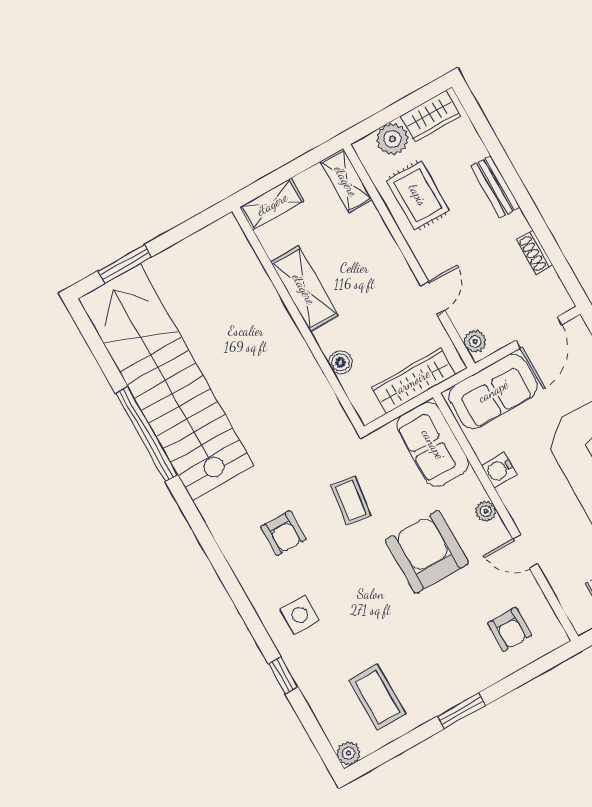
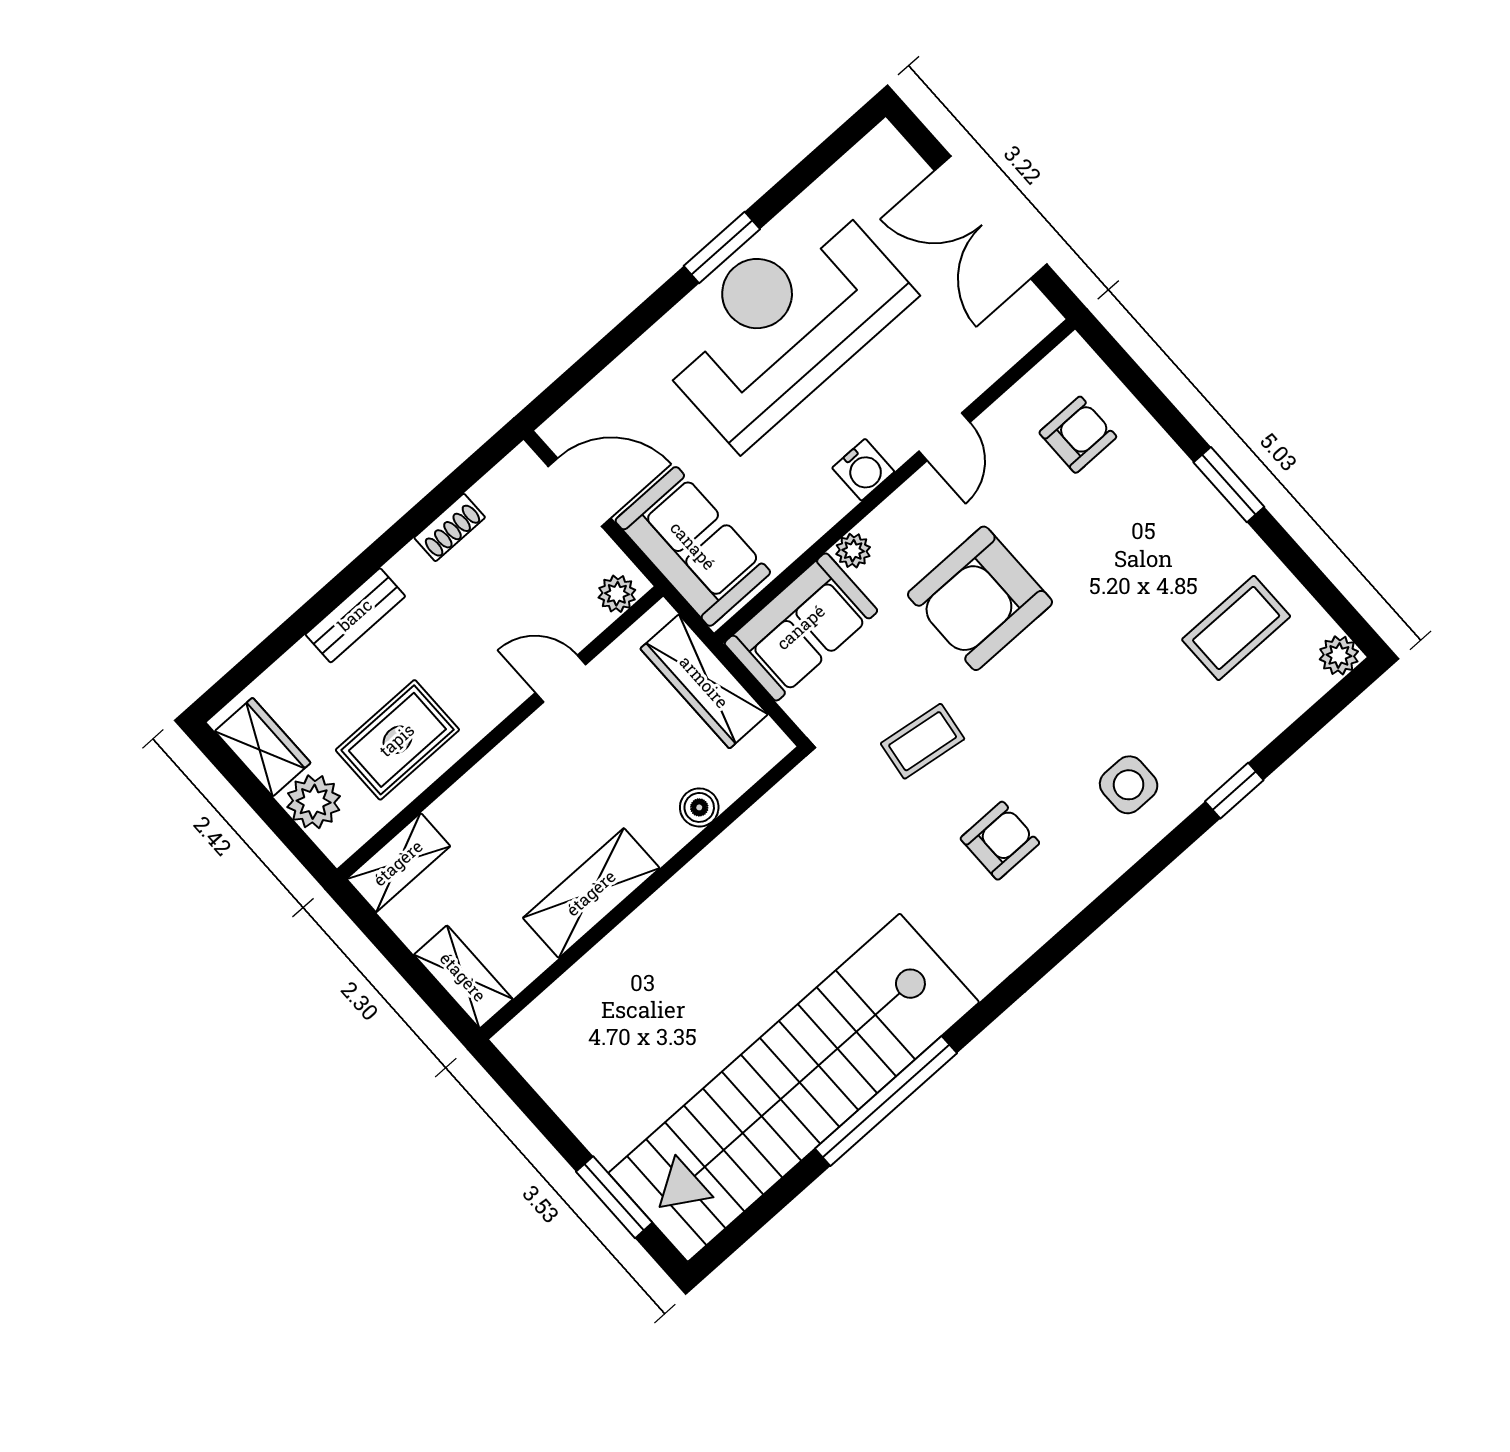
water cooler: (499, 470) -> (863, 470), moved
plant: (486, 511) -> (853, 551), moved

